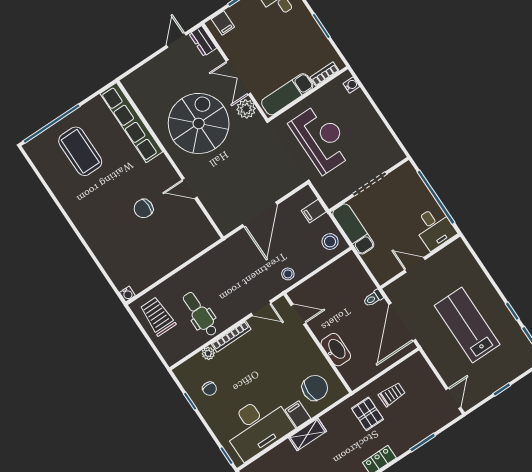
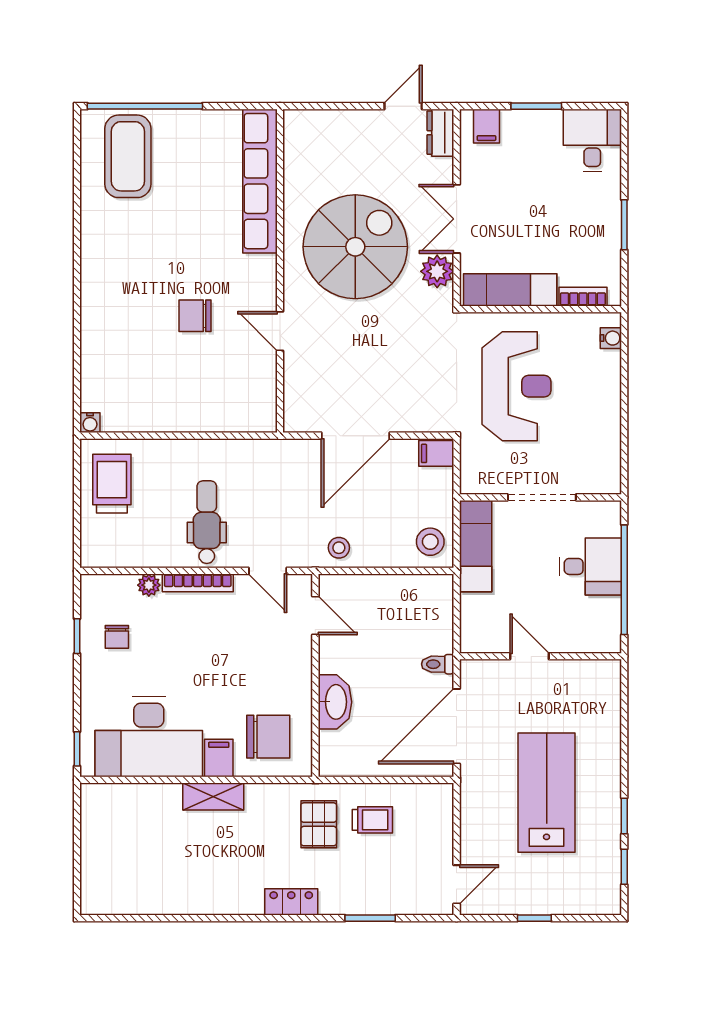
coffee table: (80, 151) -> (128, 156), moved
filing cabinet: (314, 211) -> (436, 453), moved
desk: (434, 228) -> (590, 566), moved, turned -90
dental chair: (200, 314) -> (207, 522), moved

